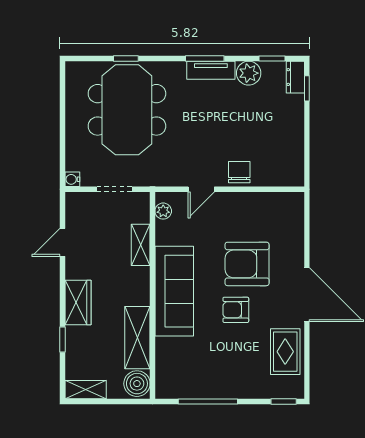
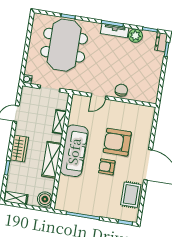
plant: (163, 211) -> (75, 105), removed
shelving: (137, 338) -> (52, 160), moved

